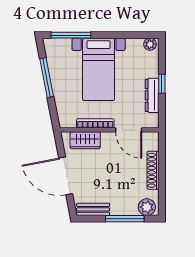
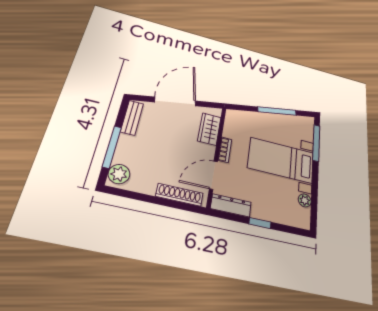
plant: (150, 44) -> (305, 200), moved
dresser: (152, 95) -> (231, 205), moved
bookcase: (95, 123) -> (225, 150), width x0.64
shoe rack: (153, 170) -> (179, 195), moved

